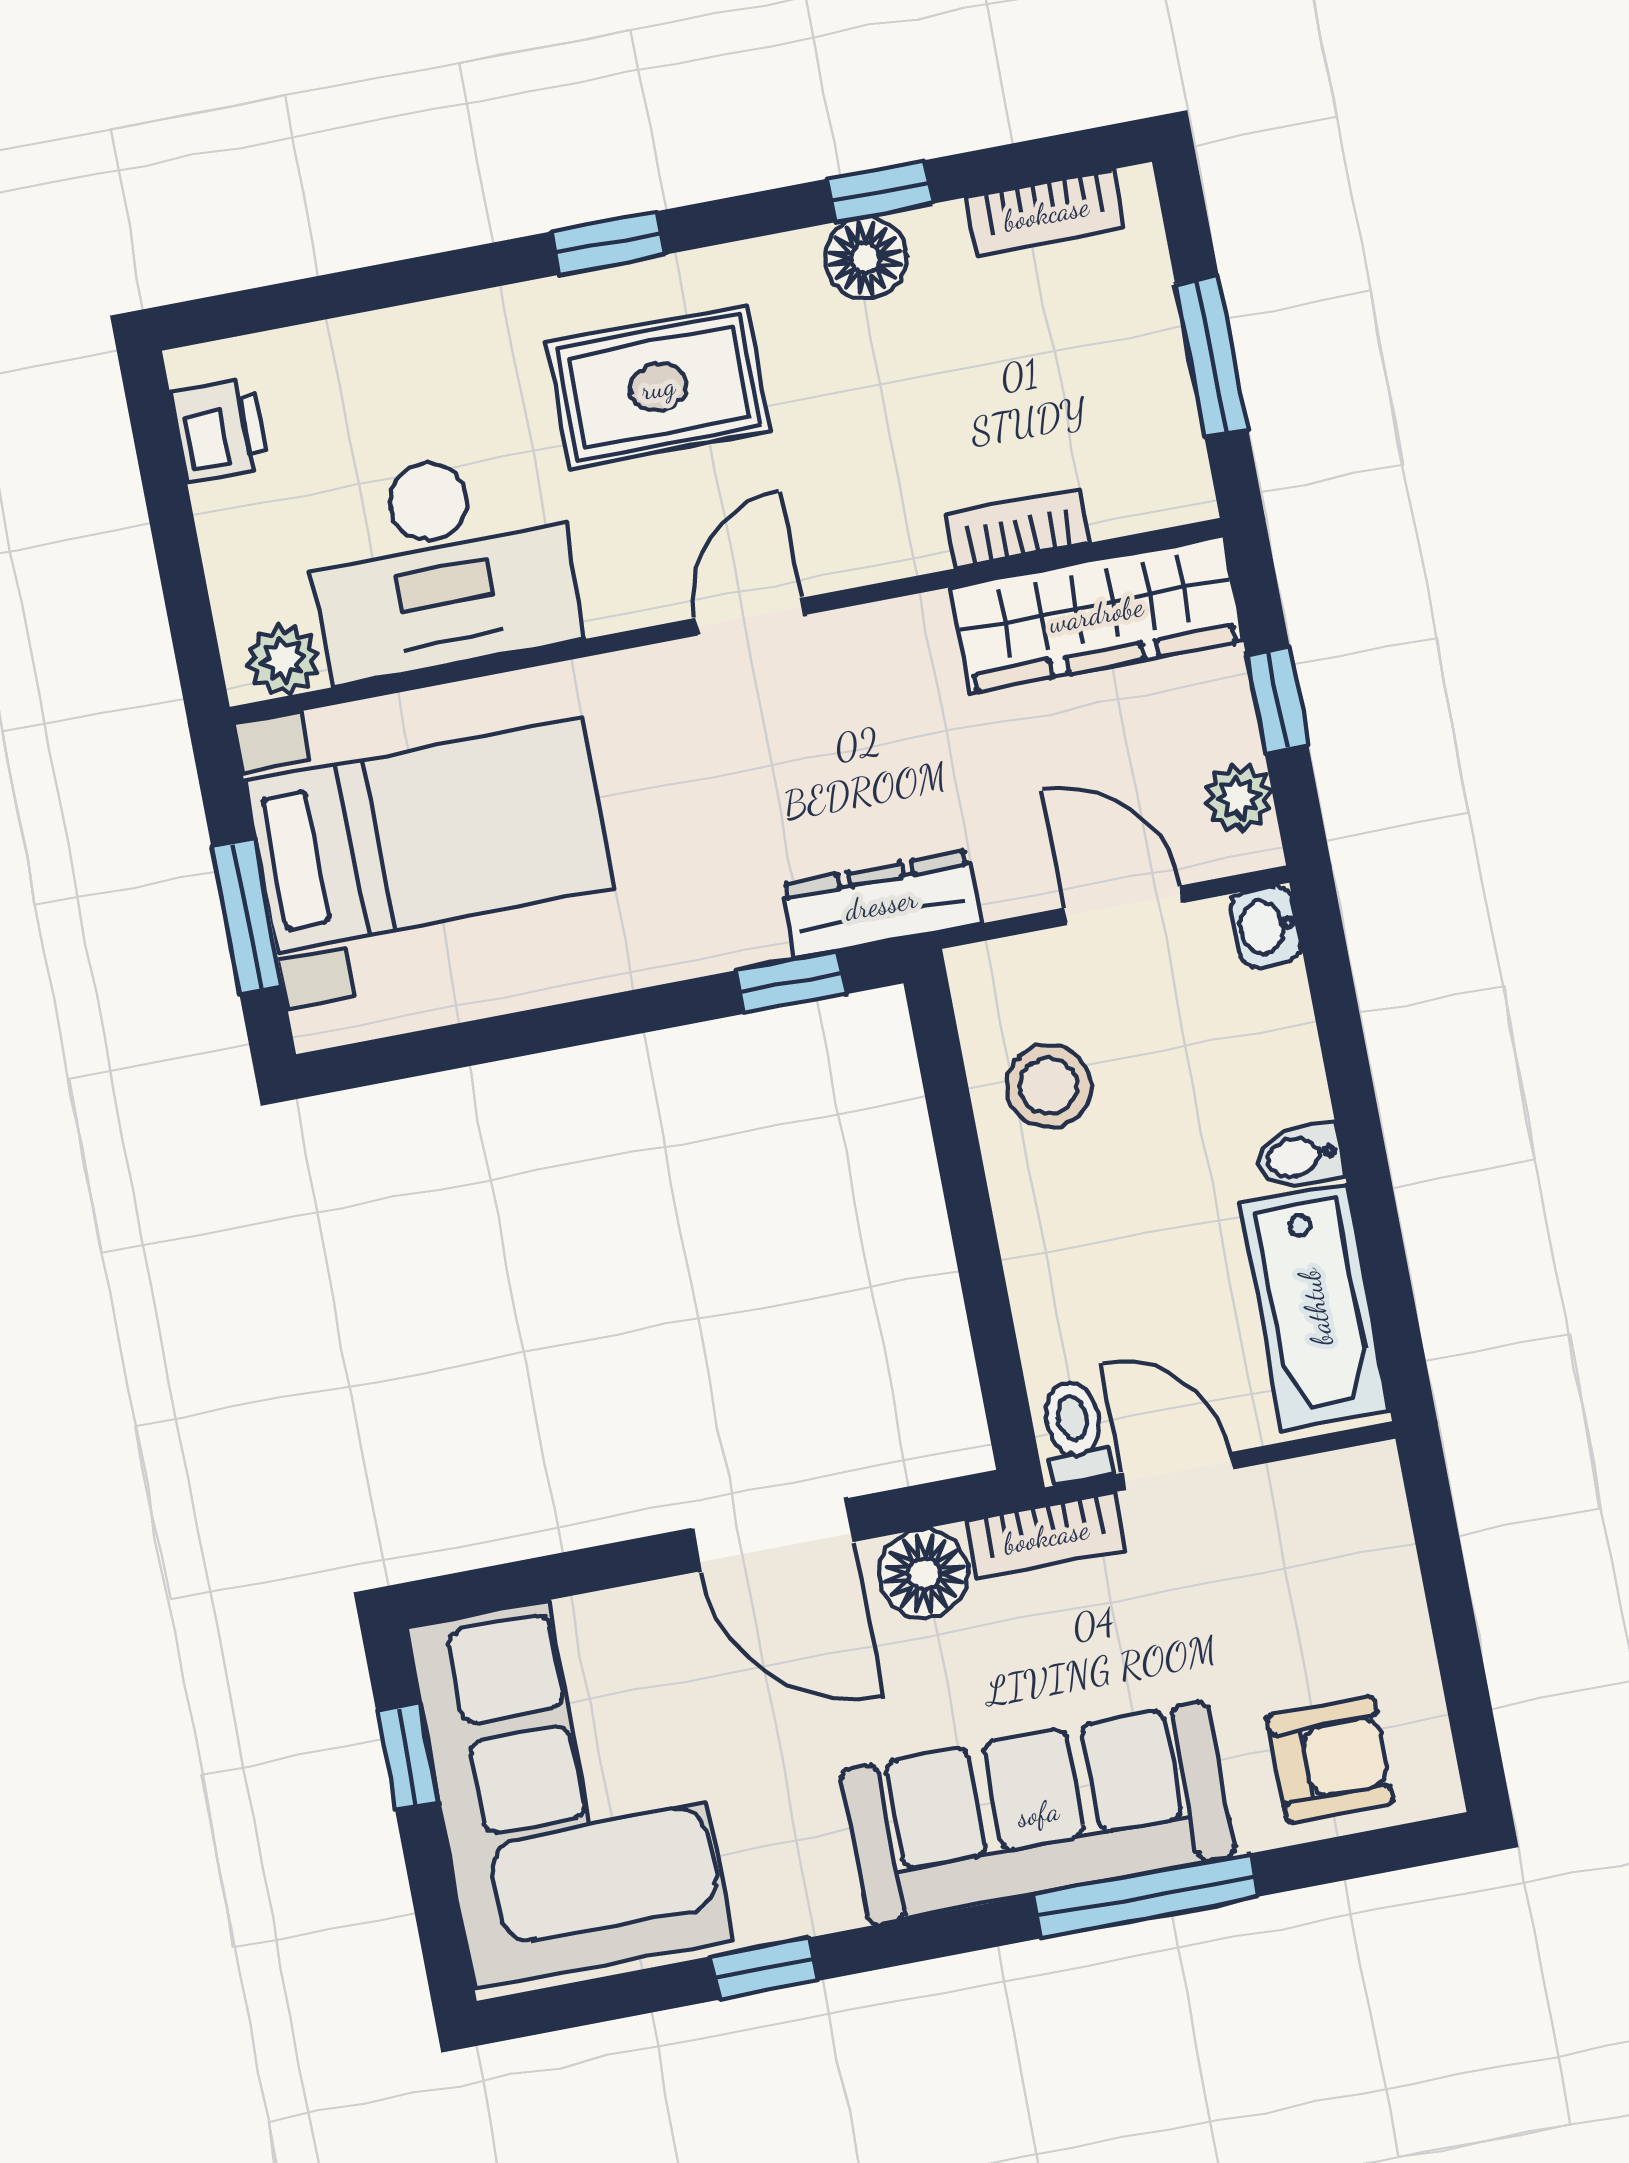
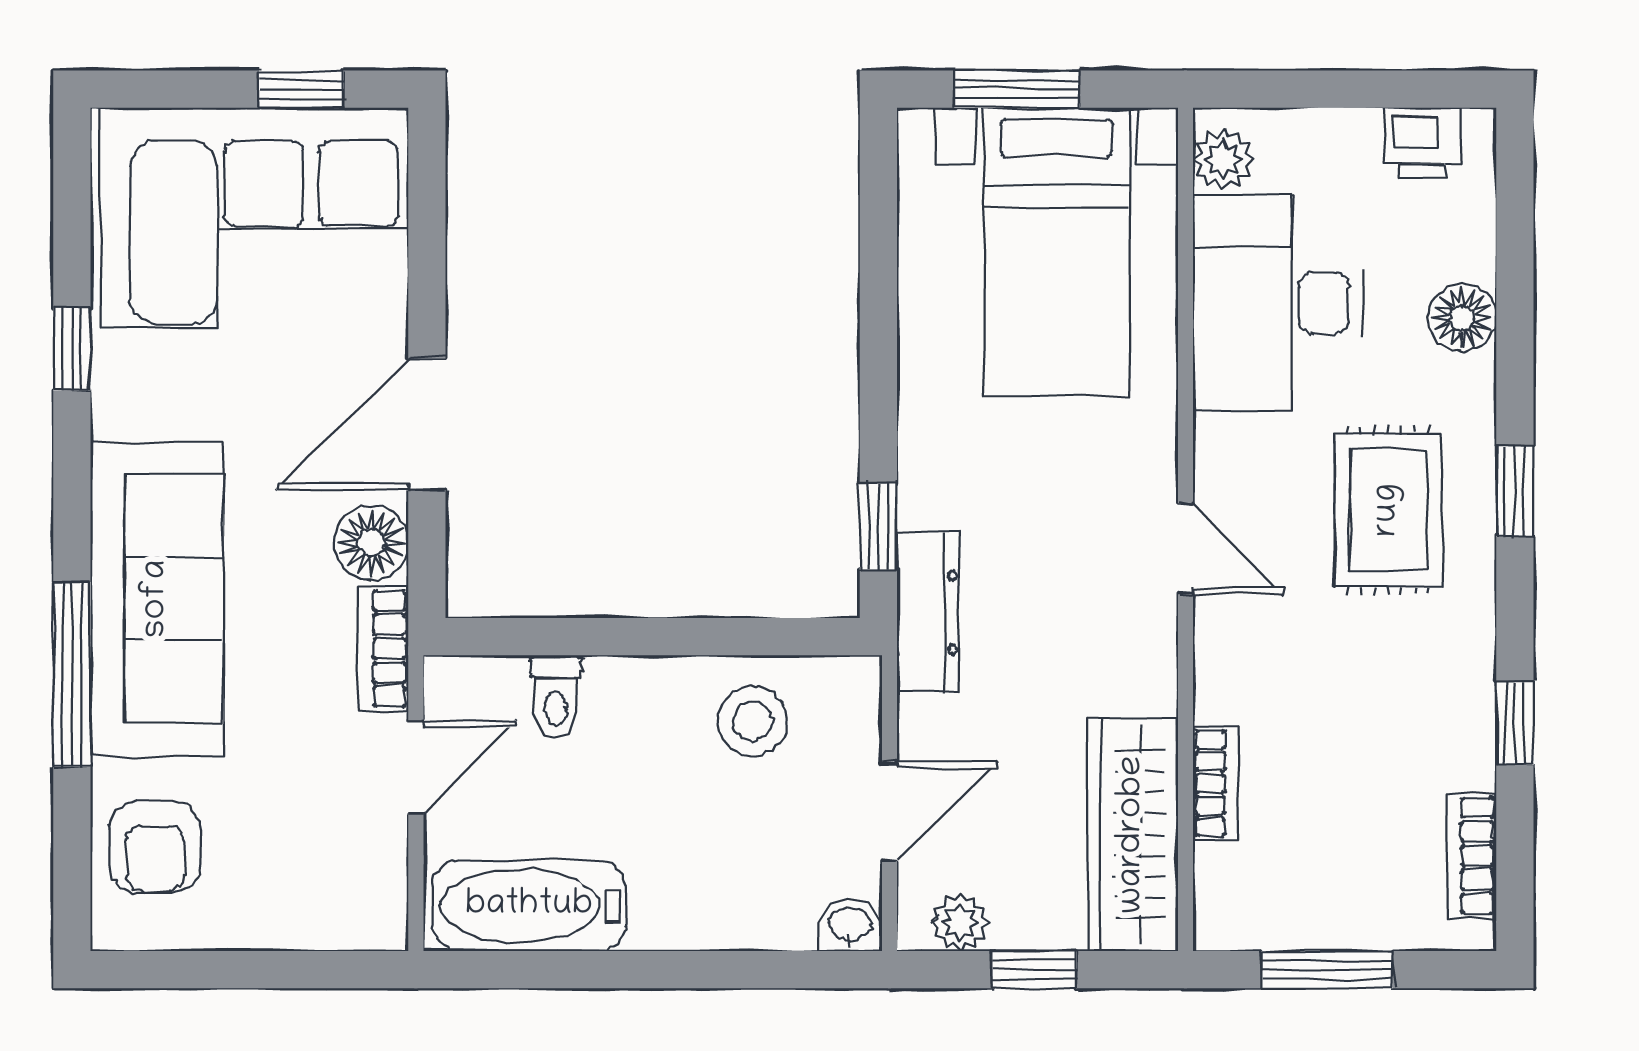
floor lamp: (865, 258) -> (1462, 318), moved
bidet: (1299, 1156) -> (656, 916), removed
toilet: (1075, 1431) -> (556, 697), moved, turned 90

